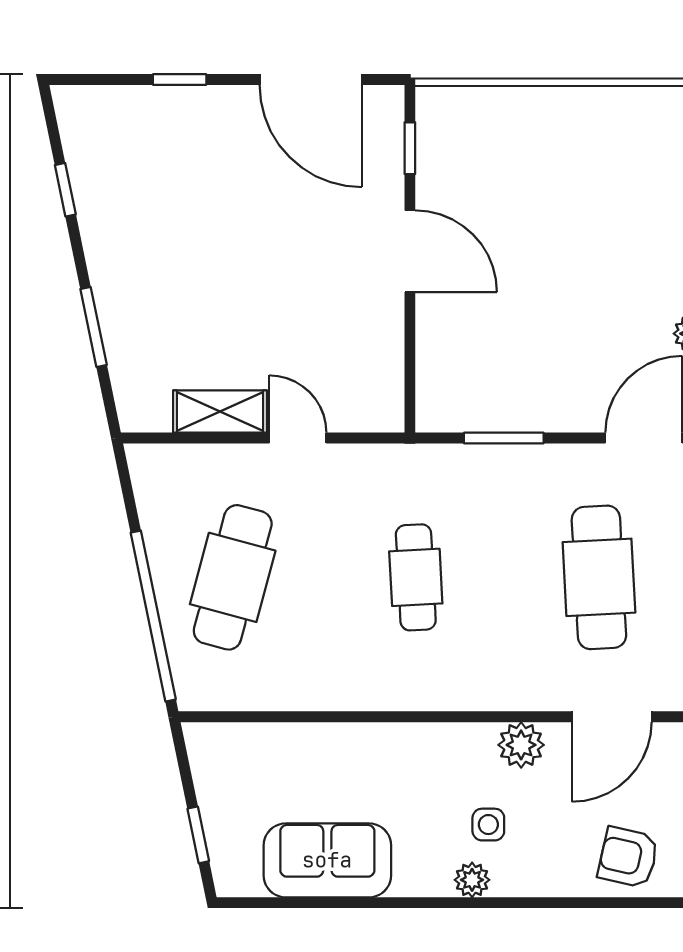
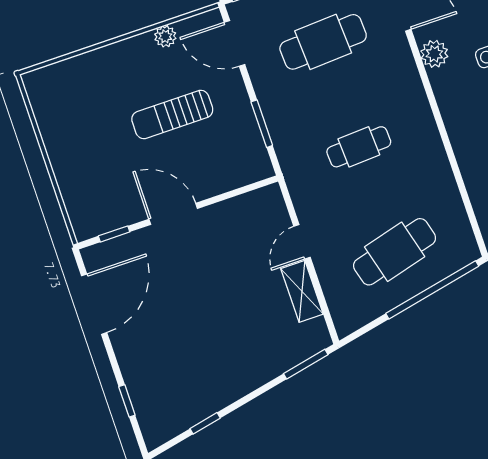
window: (180, 80) -> (127, 401), moved
door: (410, 251) -> (173, 214), hinge flipped
sun lounger: (566, 303) -> (172, 114), added
window: (94, 327) -> (306, 364), moved
cafe table: (233, 577) -> (395, 252), turned -30

